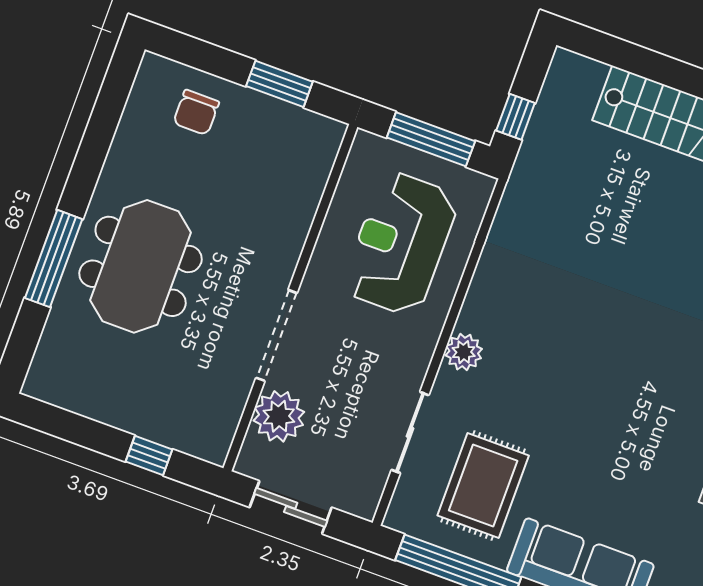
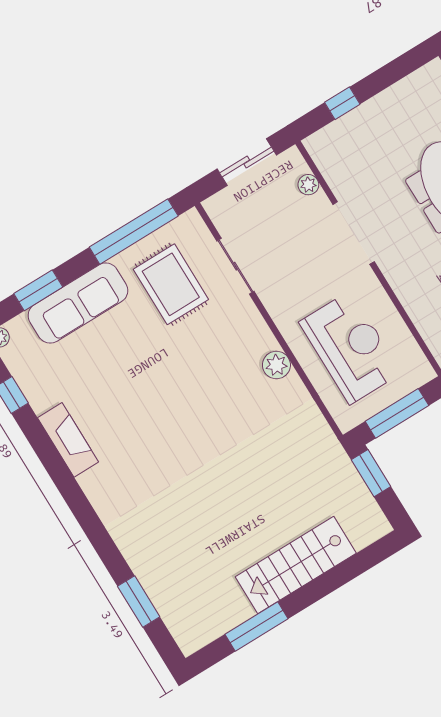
window: (516, 117) -> (371, 473), width x1.50
plant: (464, 352) -> (276, 365), moved
plant: (279, 416) -> (308, 185), width x0.53, depth x0.53

